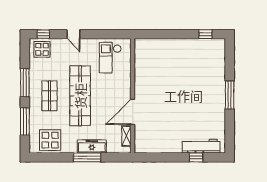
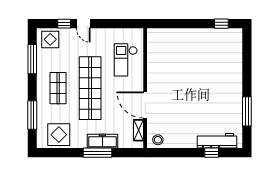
window: (43, 34) -> (64, 24), moved
checkout: (110, 58) -> (126, 60), moved
window: (25, 83) -> (32, 59), moved
window: (230, 95) -> (247, 111), moved
door: (133, 112) -> (145, 105), hinge flipped
stool: (145, 145) -> (158, 140), added

